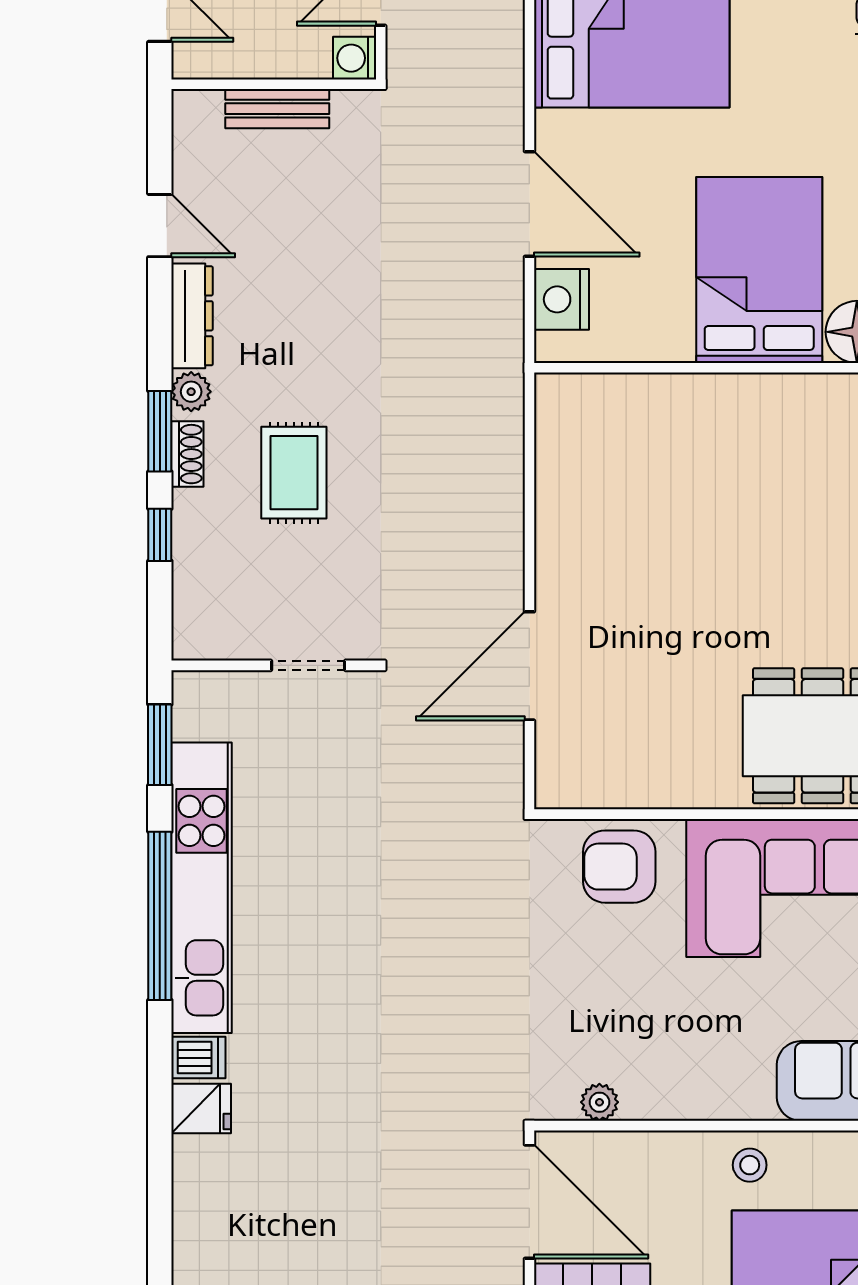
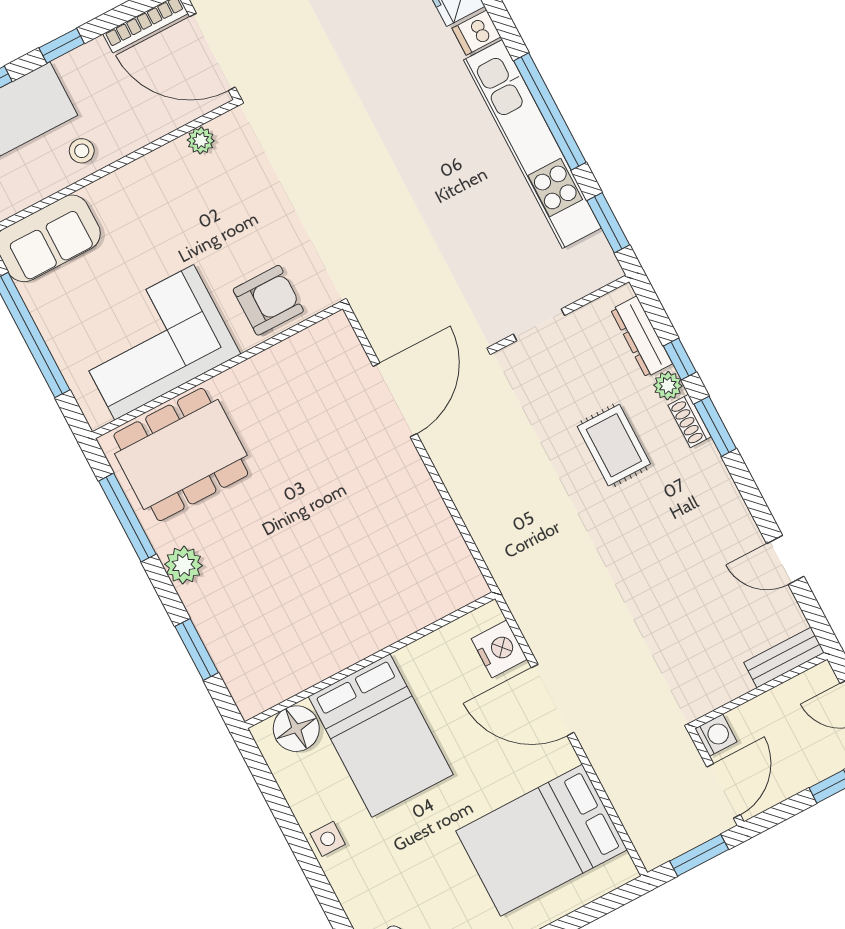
bench: (277, 109) -> (784, 658), moved
dresser: (192, 316) -> (641, 337), moved
plant: (191, 392) -> (668, 386), moved

